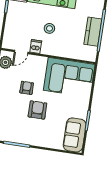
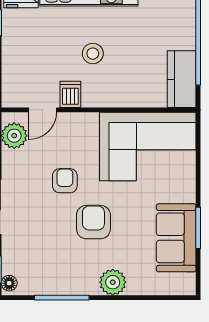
kitchen counter: (93, 32) -> (182, 79), moved
sofa: (75, 135) -> (176, 238), moved
plant: (42, 140) -> (113, 282), added

